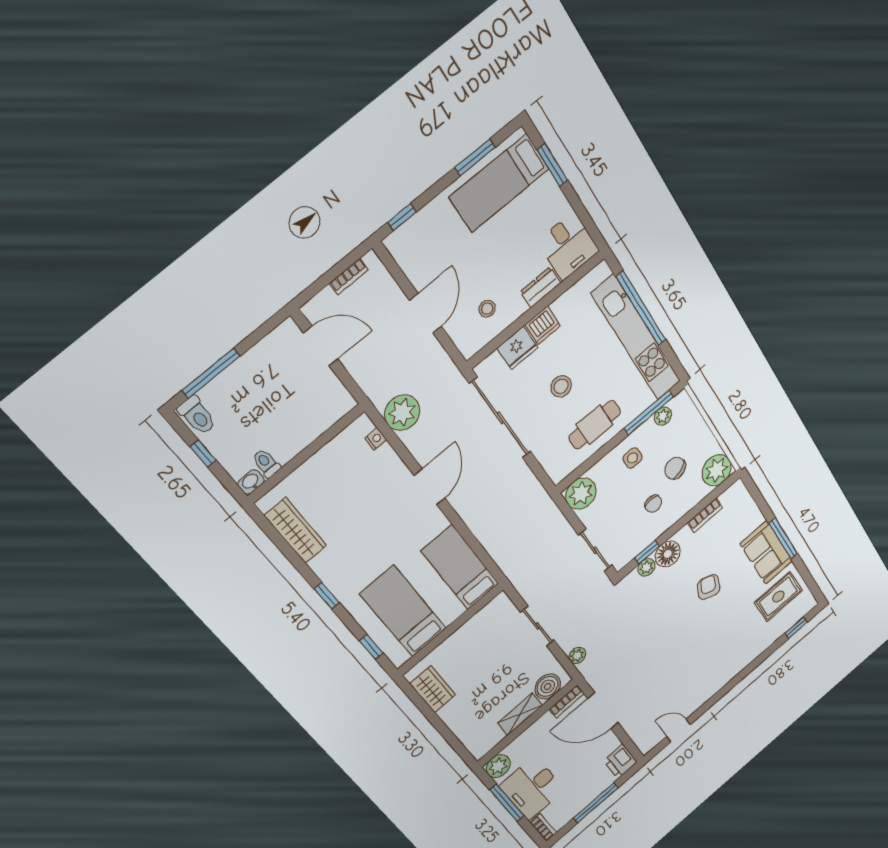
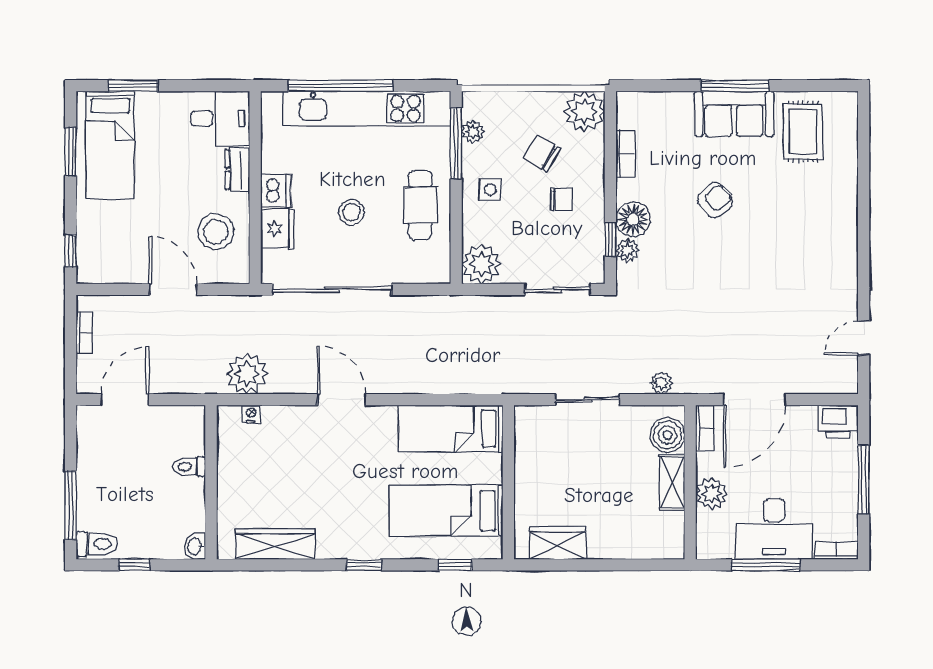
stool: (487, 309) -> (216, 232), width x1.89, depth x1.89
toilet: (266, 463) -> (189, 467), moved
chair: (675, 468) -> (542, 153), turned 58
armchair: (708, 587) -> (715, 200), turned 117
window: (796, 628) -> (864, 134), removed
plant: (498, 766) -> (712, 494), moved

